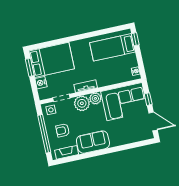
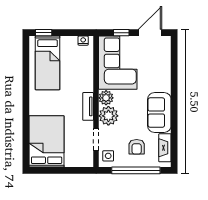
window: (30, 67) -> (50, 170), removed
nightstand: (41, 83) -> (72, 161), removed

